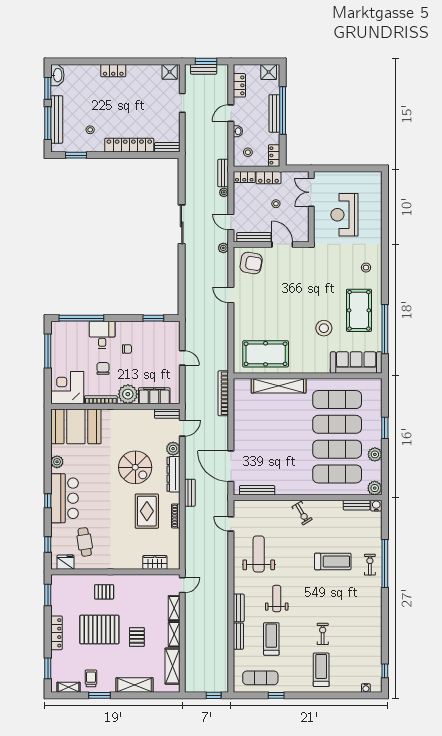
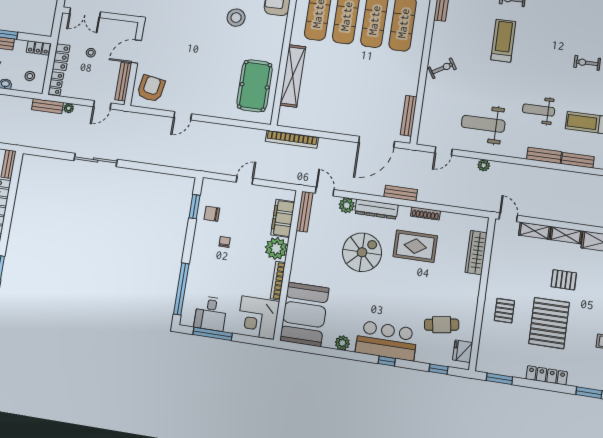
plant: (223, 248) -> (484, 165), moved
desk: (102, 335) -> (211, 314), moved, turned -90
chair: (103, 368) -> (212, 214), moved
bench: (167, 414) -> (305, 212), width x1.36
wardrobe: (155, 562) -> (476, 253), width x1.50

